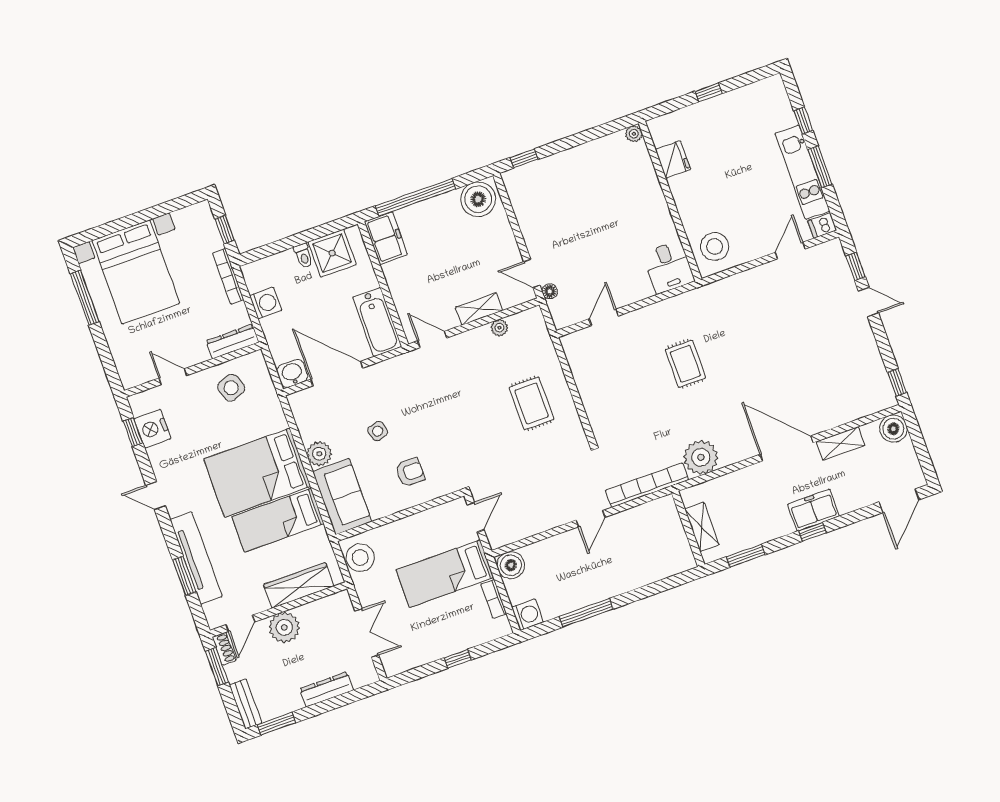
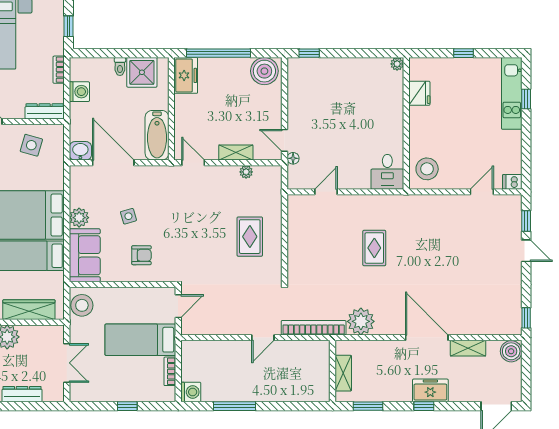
window: (820, 167) -> (526, 138), removed
kitchen unit: (802, 172) -> (512, 93), moved
bookcase: (228, 276) -> (59, 70), width x0.64
side table: (231, 388) -> (31, 145), turned 37
boiler: (511, 565) -> (192, 351), removed

